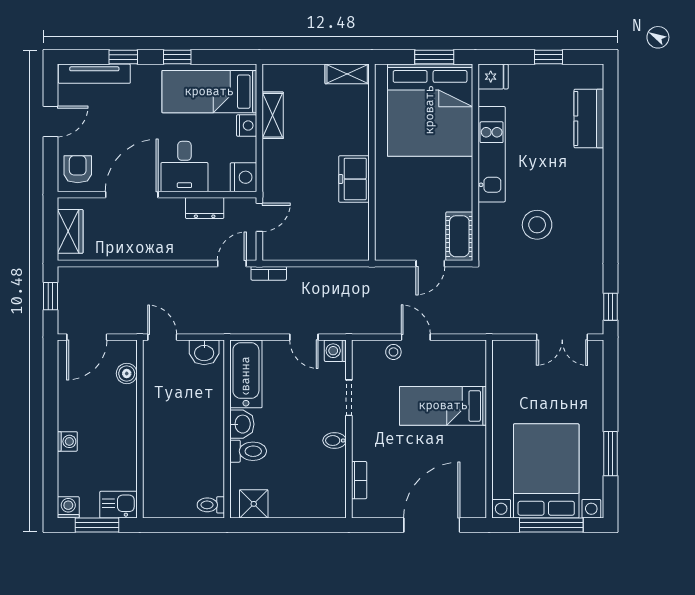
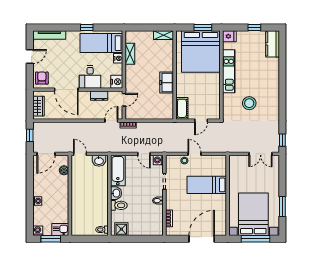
window: (123, 57) -> (62, 27), removed
kitchen counter: (589, 118) -> (273, 44), moved
door: (132, 195) -> (66, 90), swing flipped
cot: (459, 236) -> (182, 108), moved

